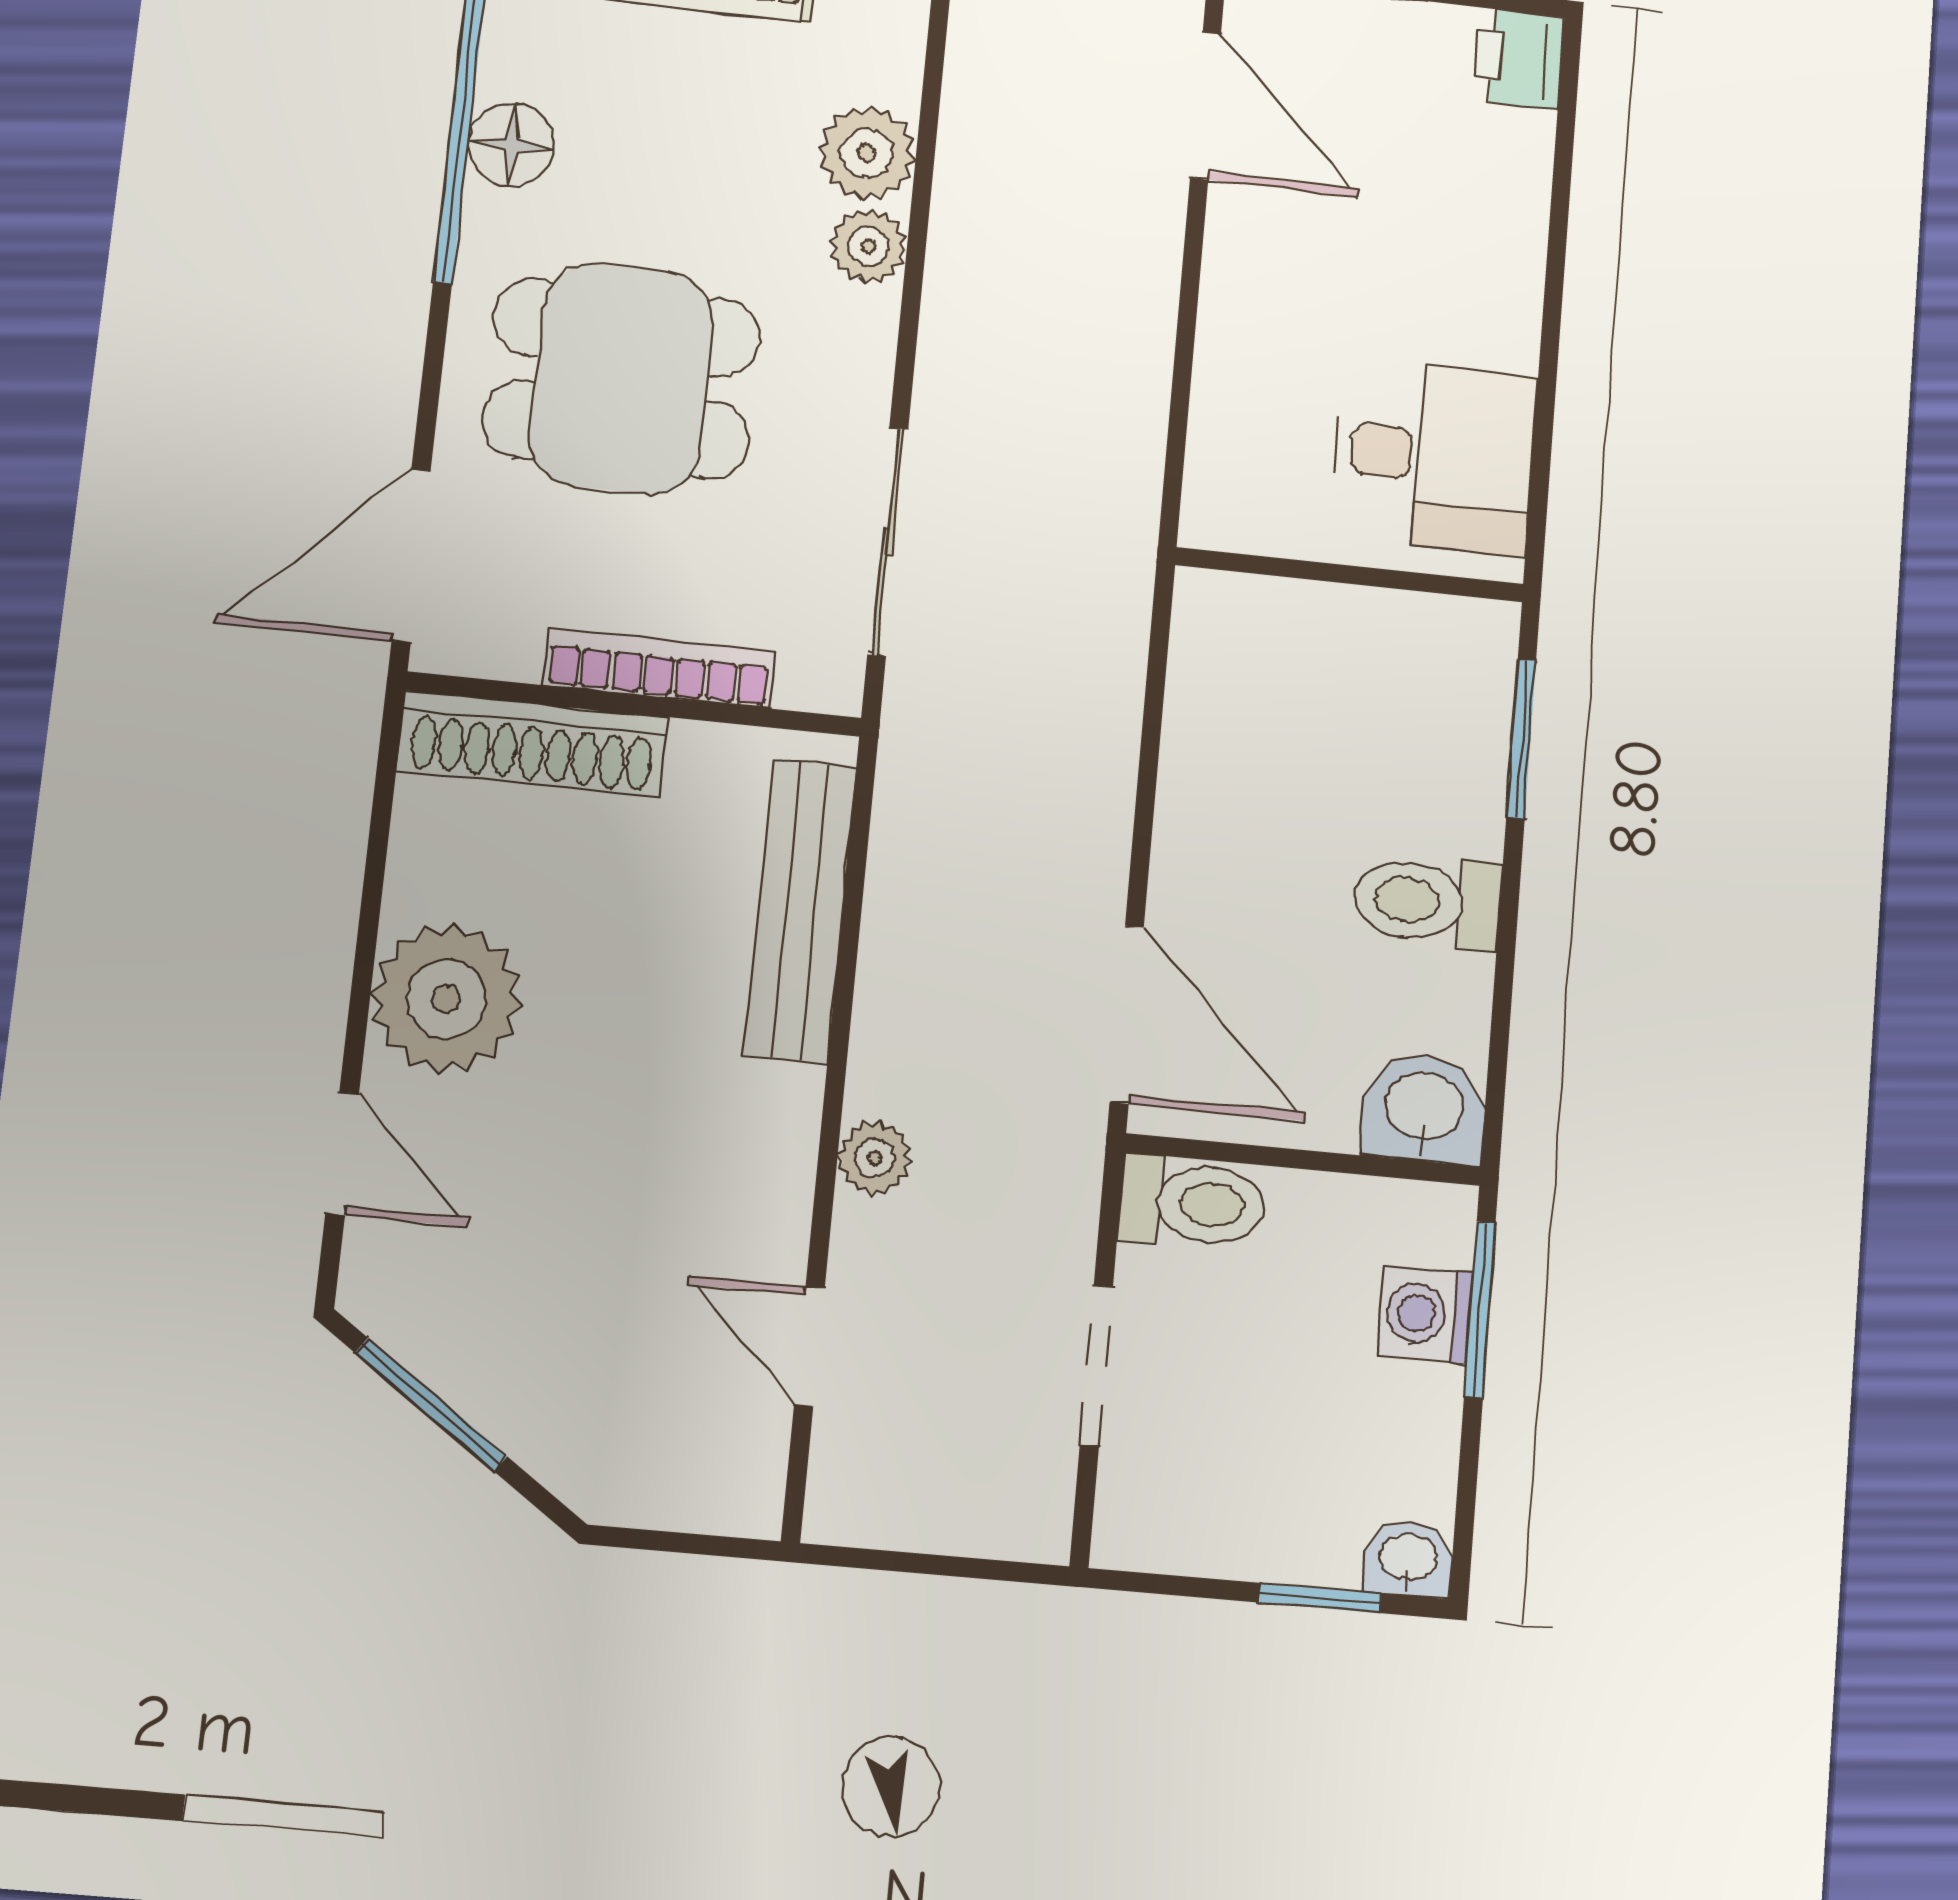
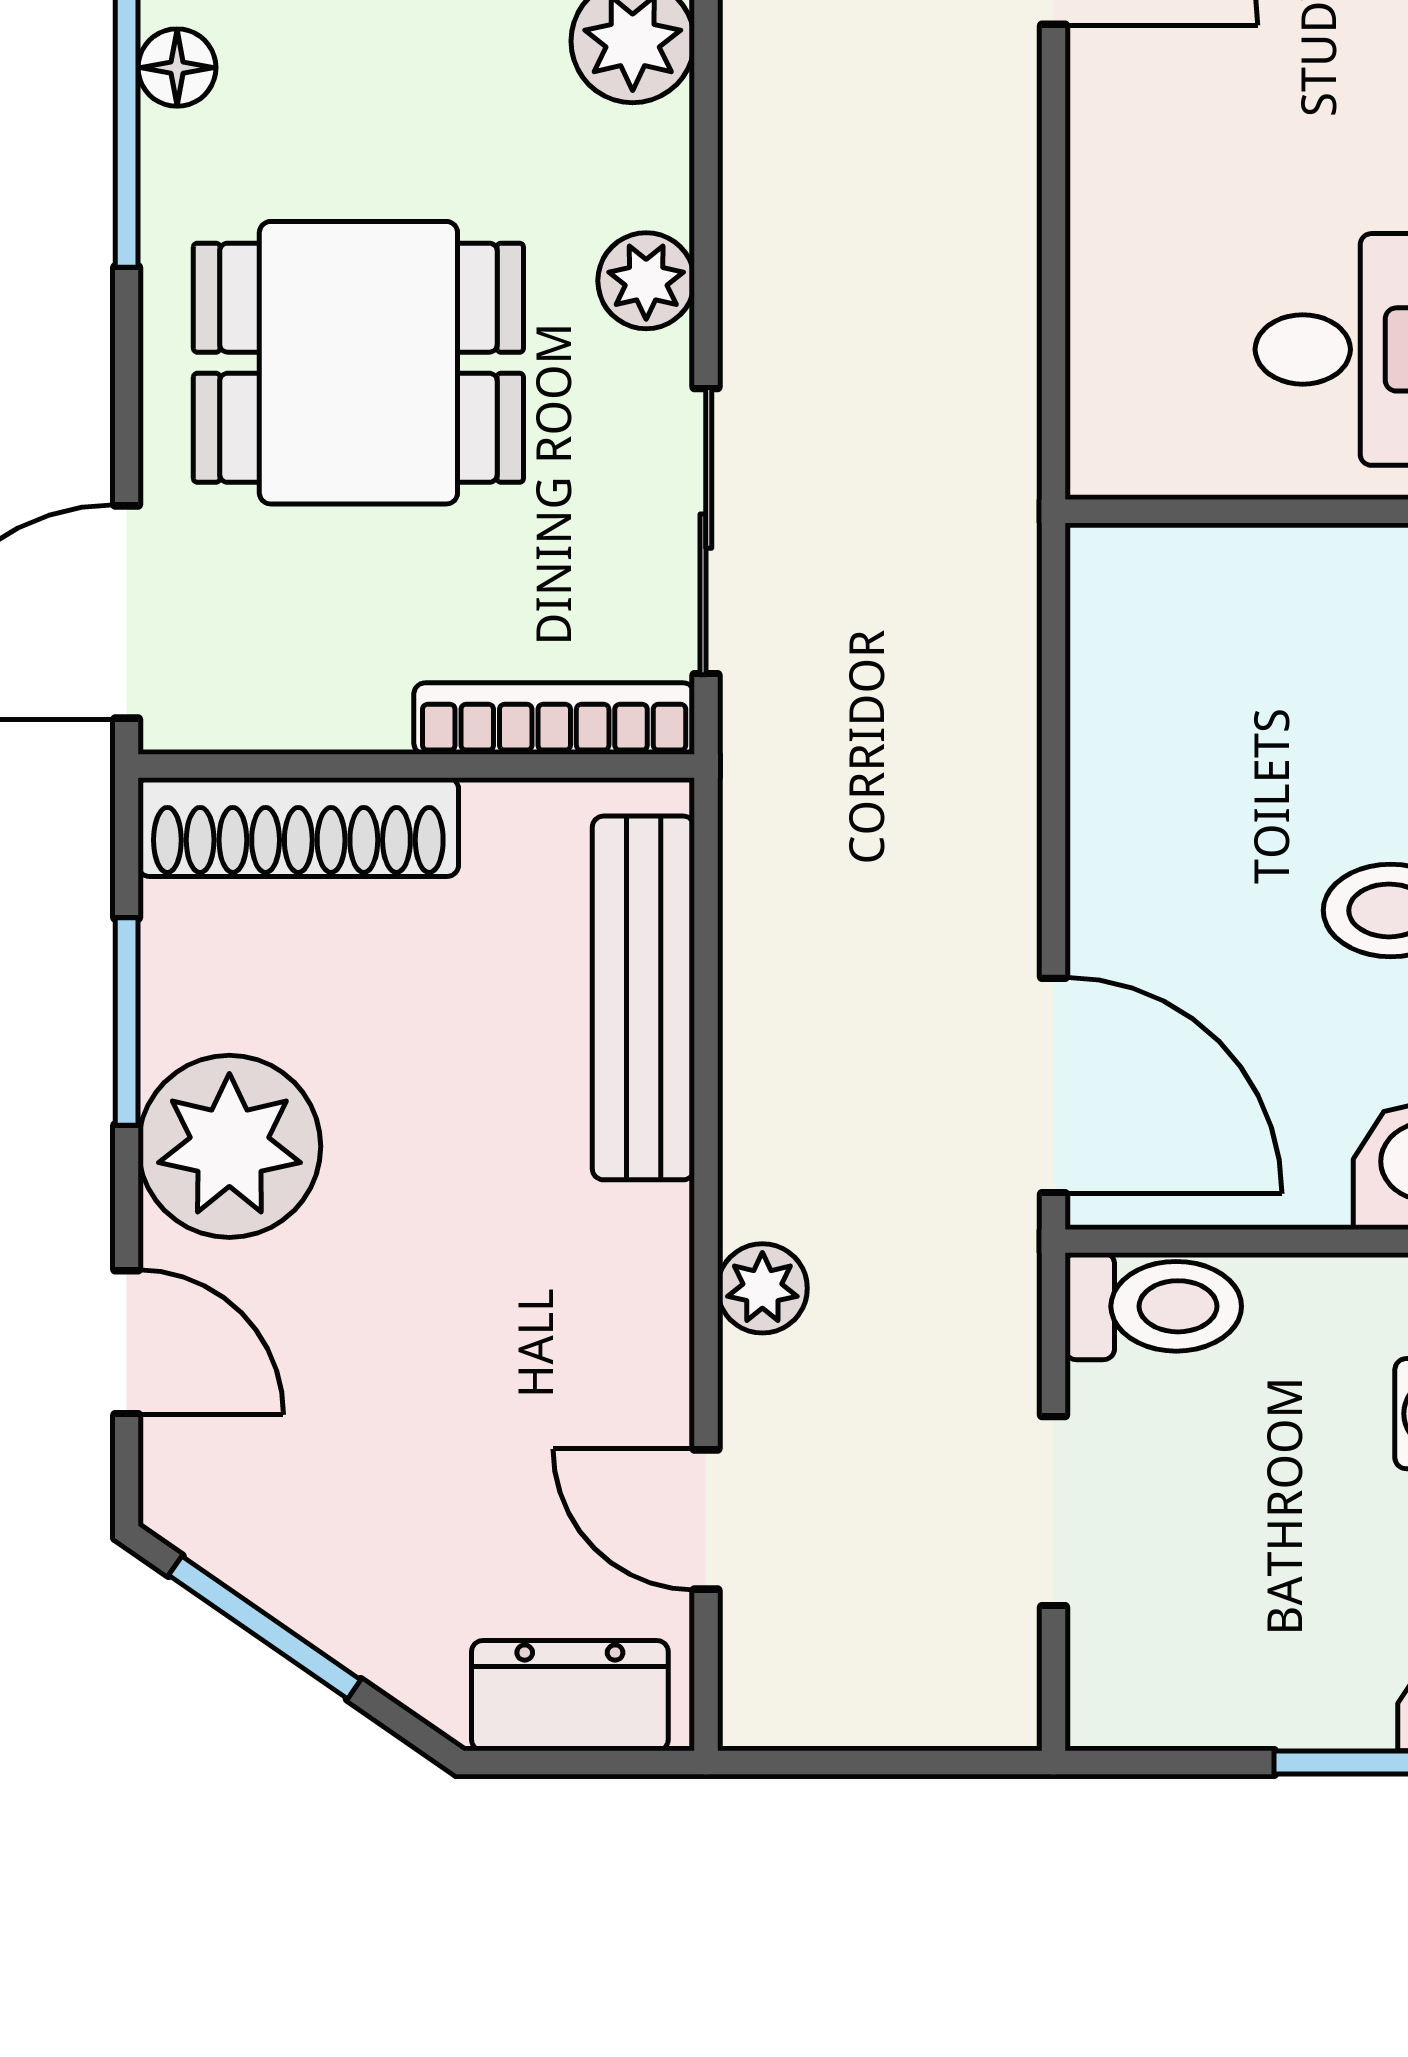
floor lamp: (511, 145) -> (177, 68), width x0.73, depth x0.73
plant: (868, 246) -> (646, 281), moved
bookcase: (659, 668) -> (554, 719), moved
window: (373, 888) -> (127, 1022), added
dresser: (681, 1485) -> (570, 1696), added

